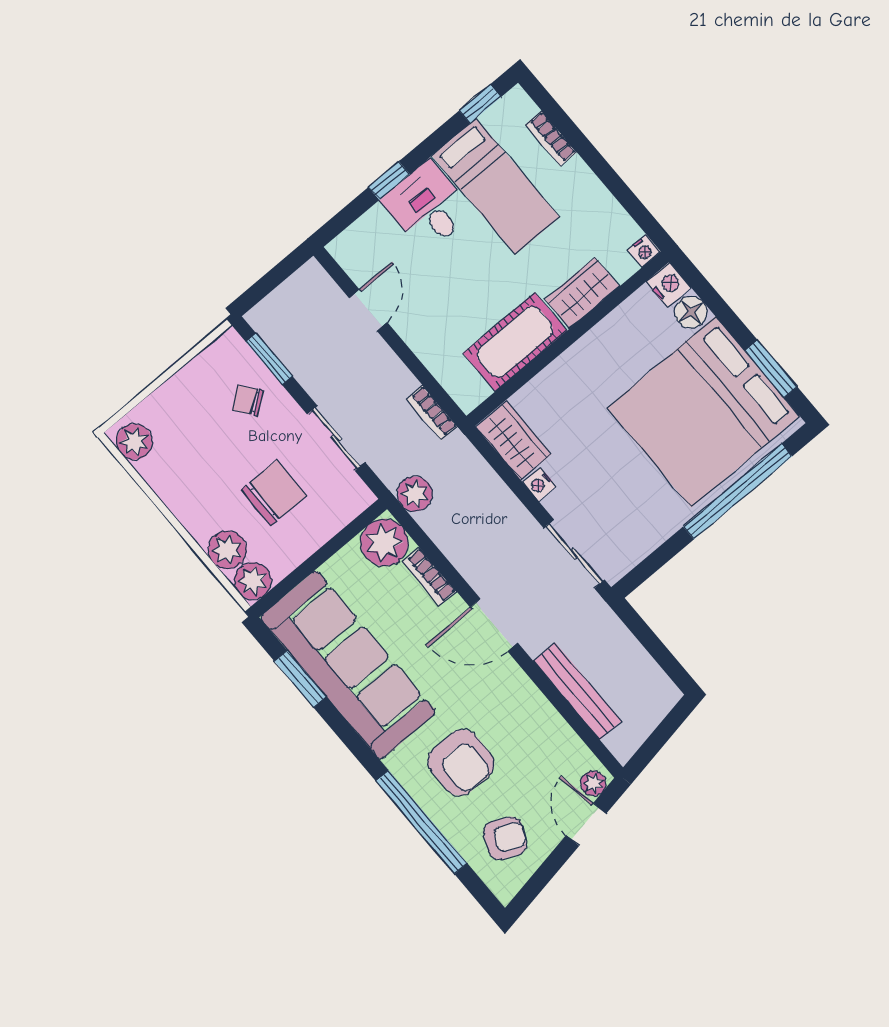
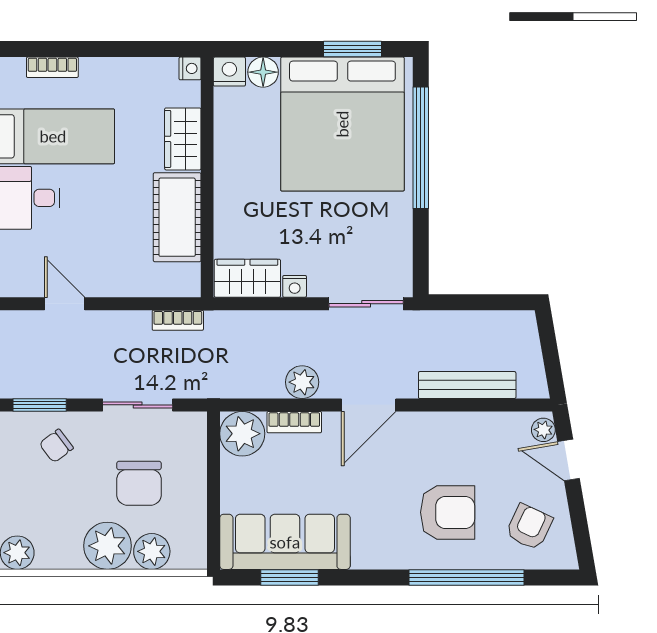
chair: (274, 493) -> (139, 483), turned 180
plant: (415, 494) -> (302, 382), moved
plant: (253, 581) -> (107, 546), moved, width x1.36, depth x1.36
sofa: (348, 665) -> (285, 542), width x0.74, depth x0.79

